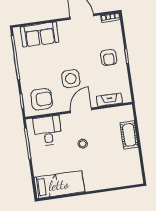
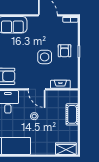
side table: (71, 79) -> (45, 57), moved
door: (81, 110) -> (37, 89), swing flipped
wardrobe: (127, 178) -> (66, 149), added

